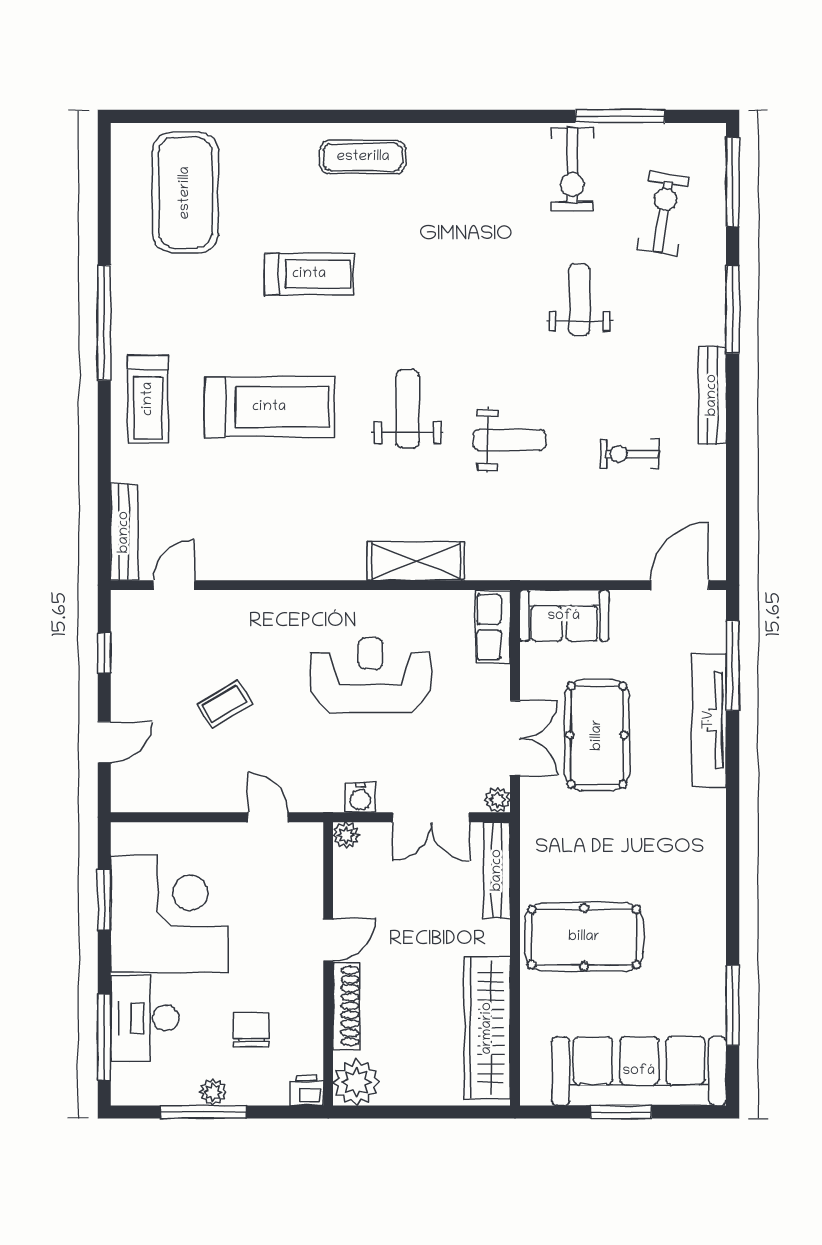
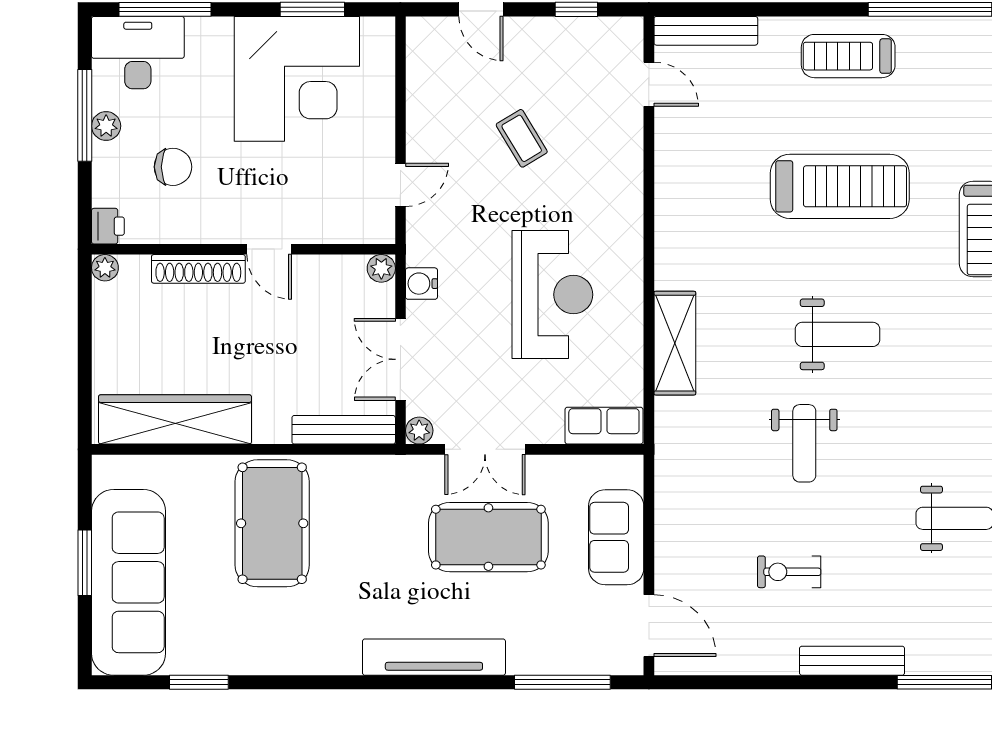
treadmill: (269, 407) -> (840, 186), turned -90
exercise bike: (629, 454) -> (789, 572), turned -90
sofa: (564, 616) -> (616, 537), moved
tv unit: (709, 720) -> (434, 657), moved
window: (733, 1005) -> (199, 682), width x0.69
desk: (145, 1018) -> (138, 53), moved
plant: (356, 1082) -> (105, 268), width x0.53, depth x0.53

